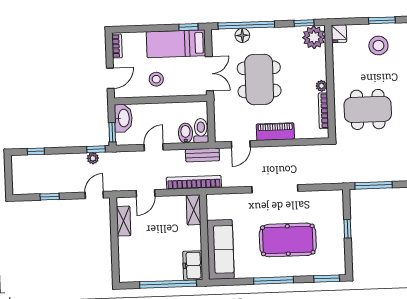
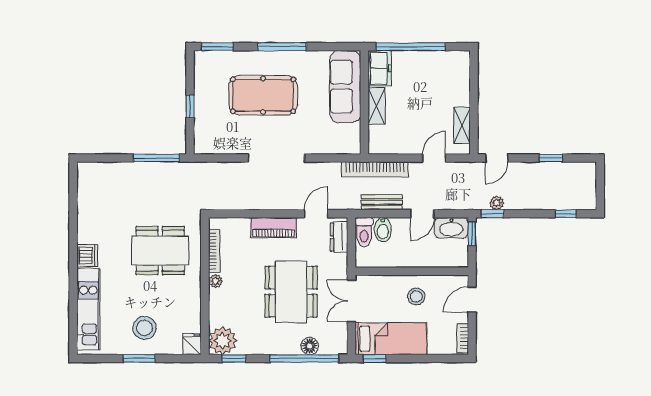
washbasin: (123, 118) -> (451, 228), moved, turned -90
dresser: (221, 126) -> (339, 237), added
bench: (202, 155) -> (382, 202), moved
shelving: (194, 210) -> (376, 106), moved

